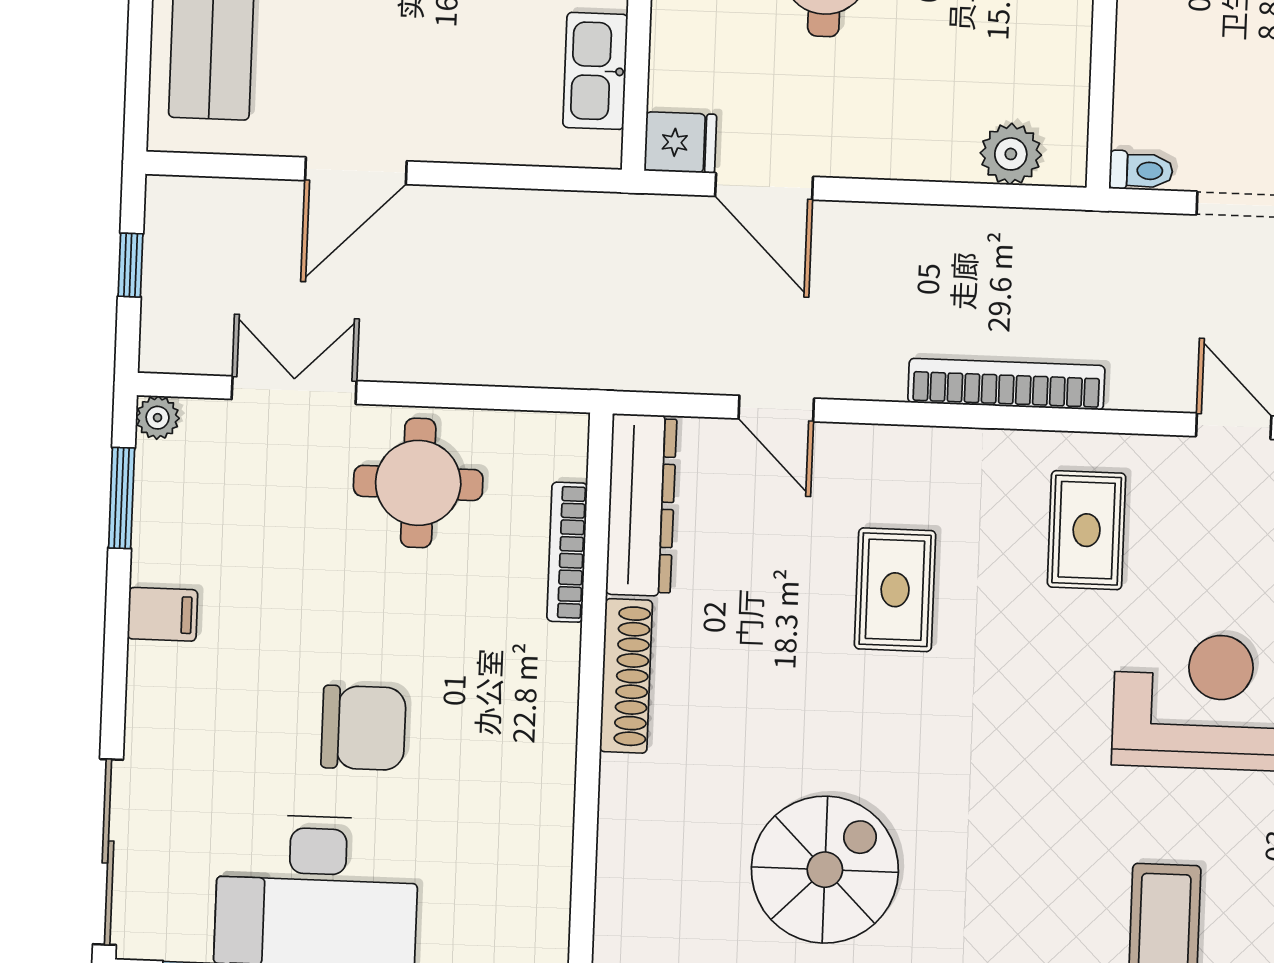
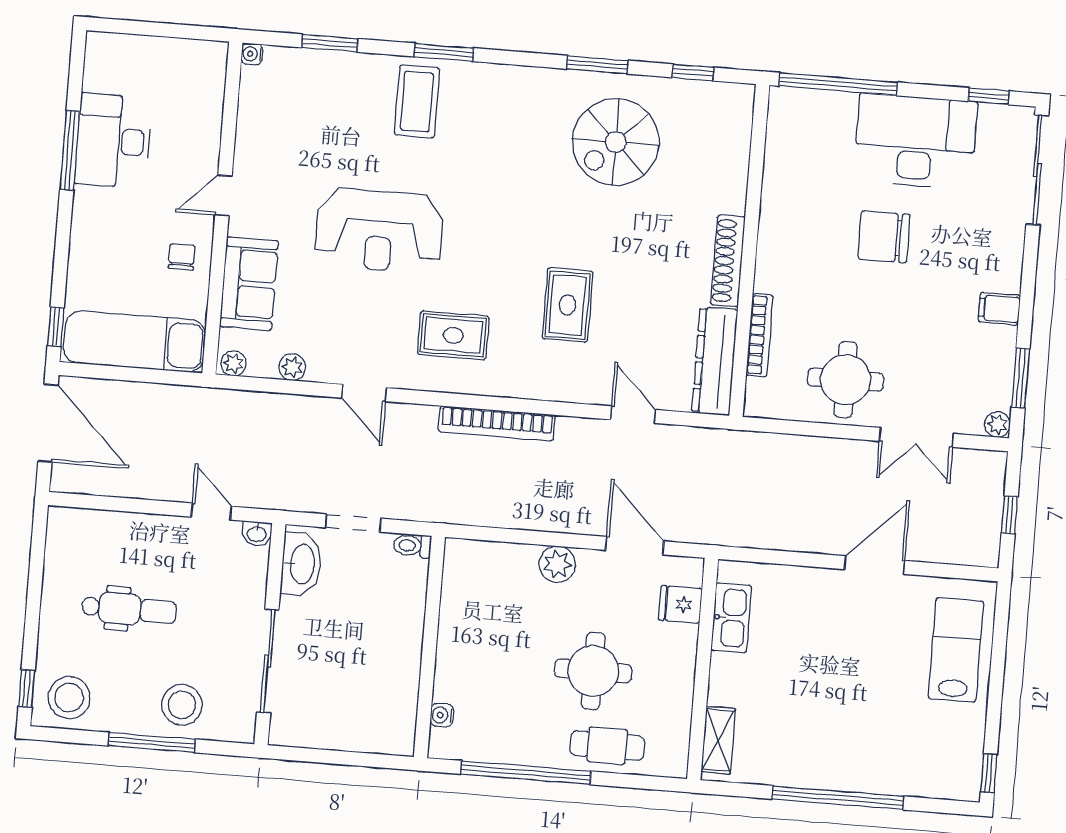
fridge: (680, 143) -> (680, 604), moved
plant: (1011, 154) -> (557, 564), moved
rug: (1087, 530) -> (453, 335), turned 90

